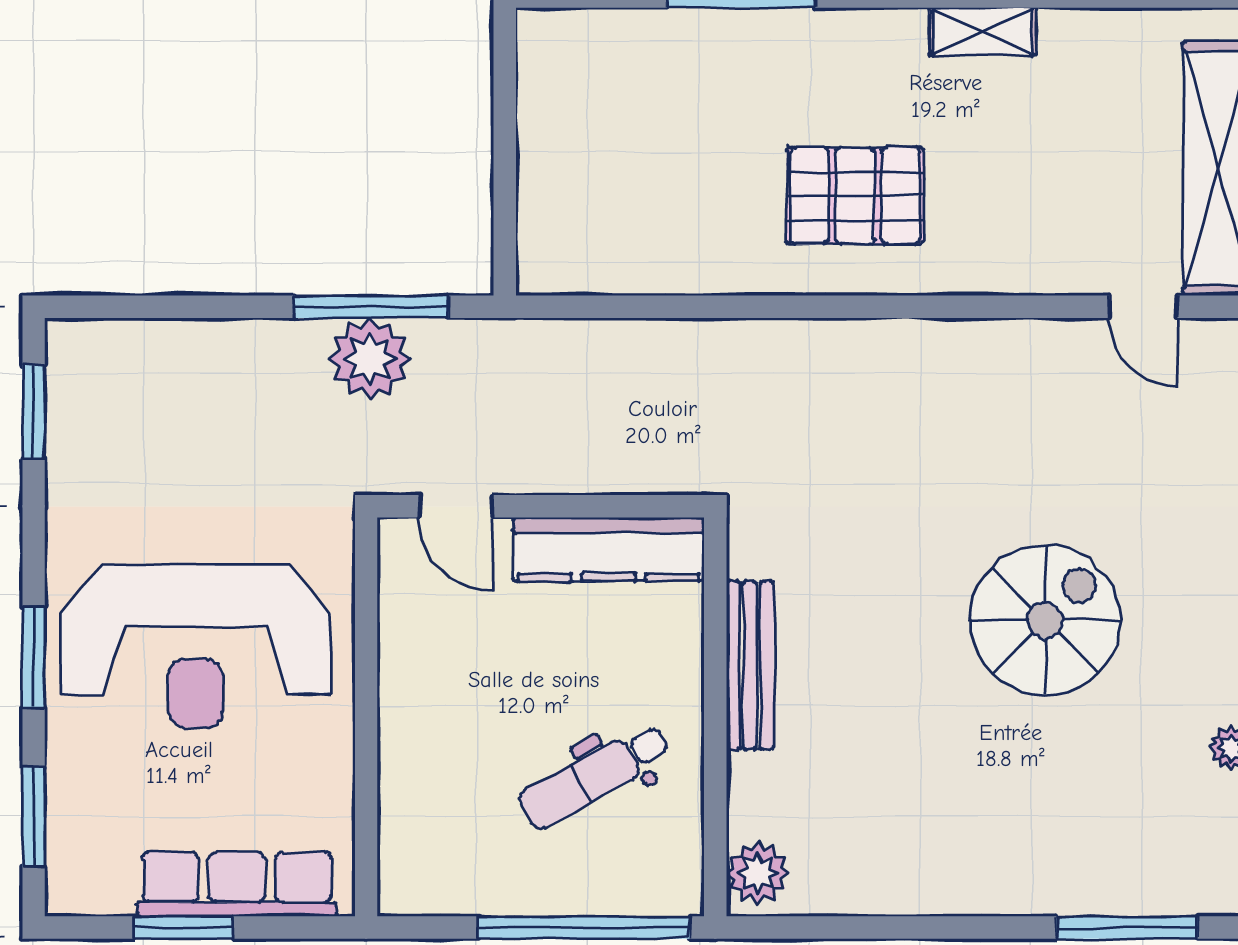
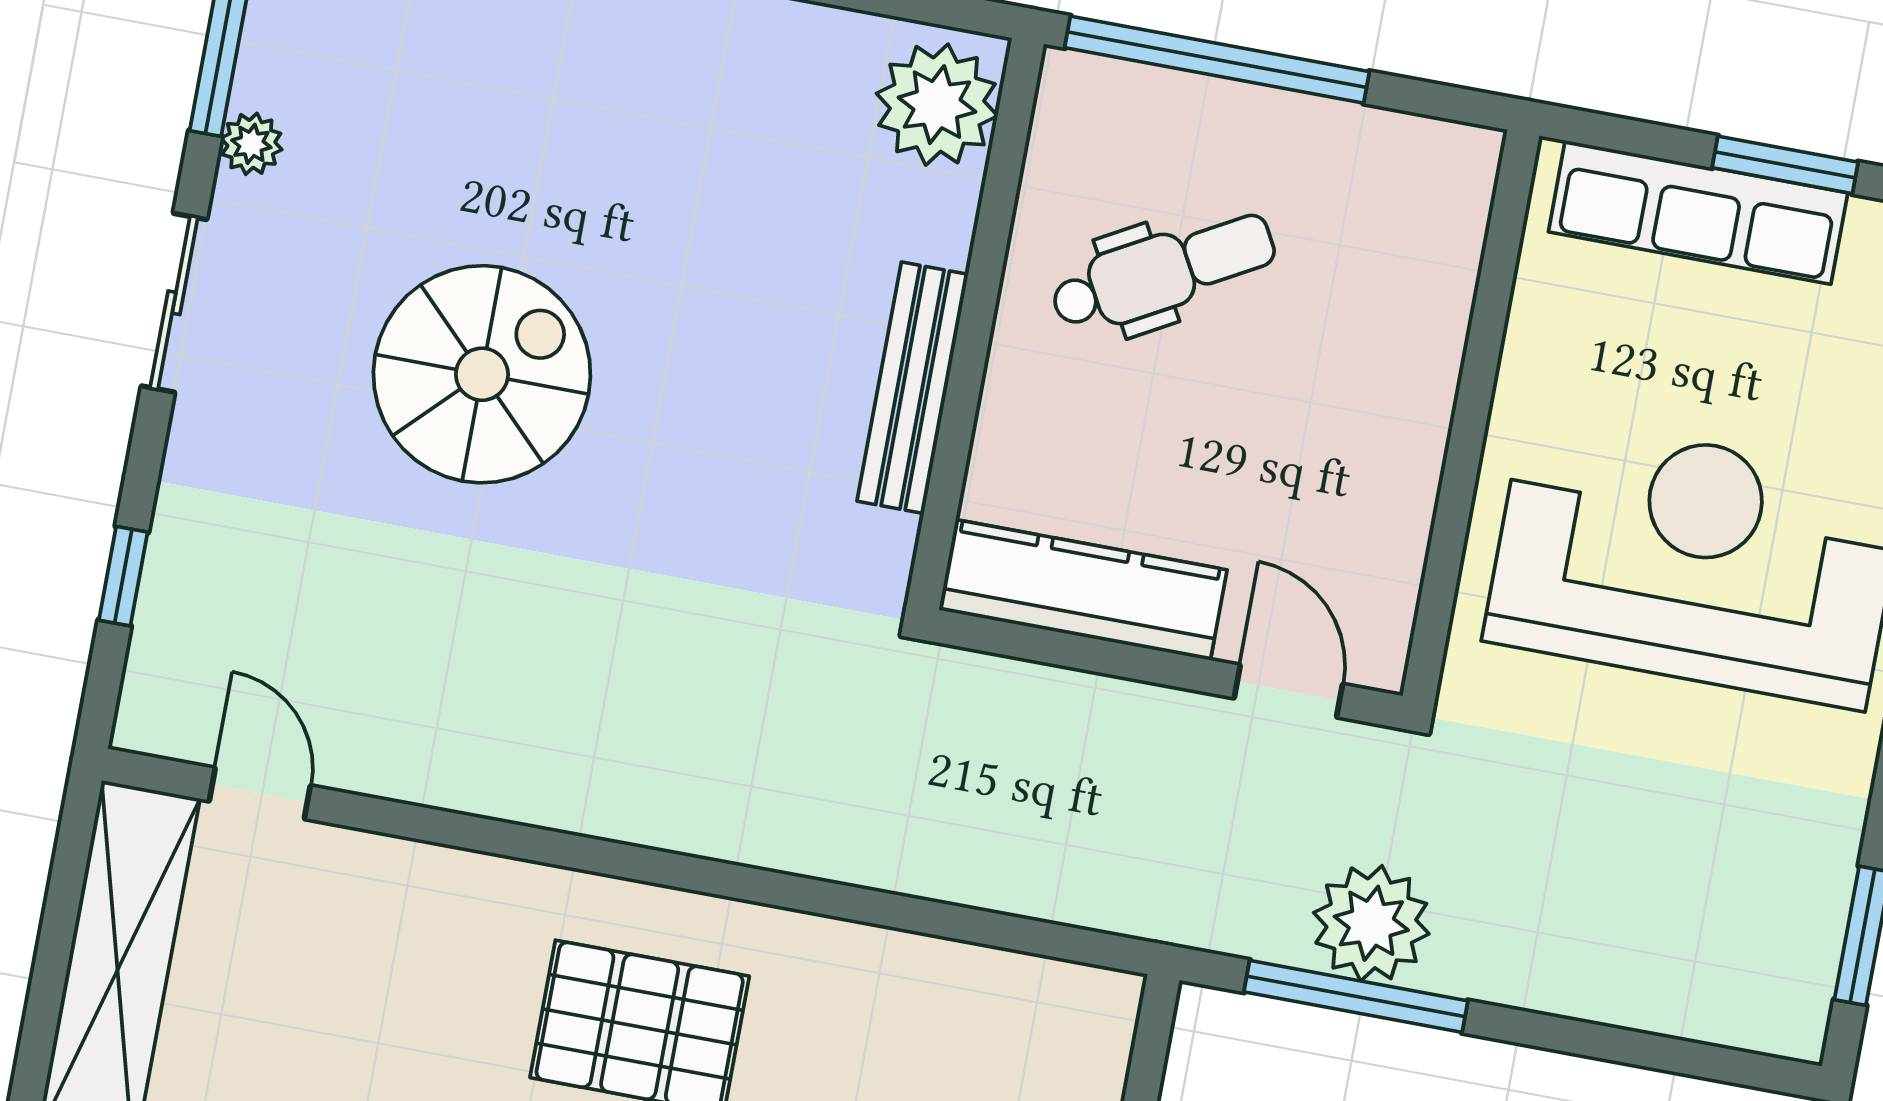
spiral stairs: (1045, 620) -> (482, 374), turned 180
plant: (758, 873) -> (937, 105), width x1.36, depth x1.36

